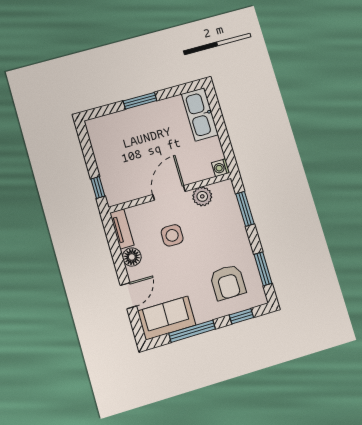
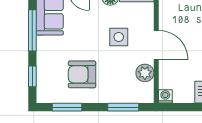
armchair: (228, 282) -> (82, 74), moved

